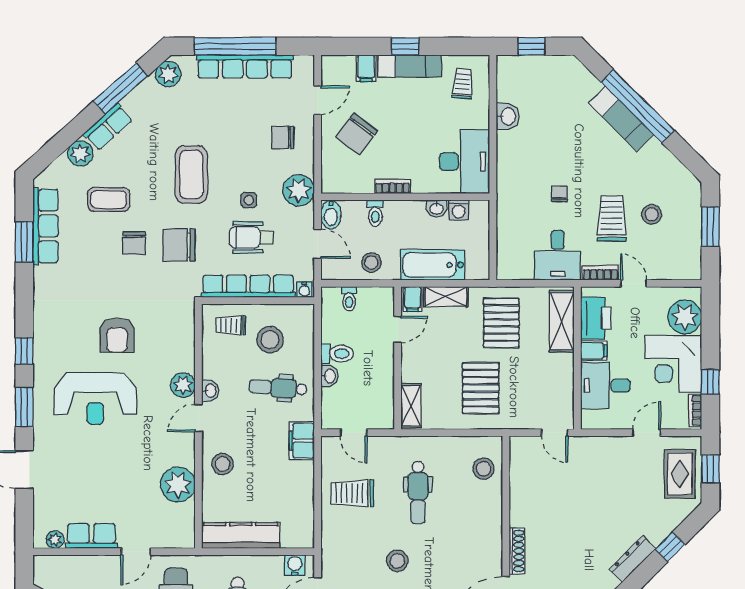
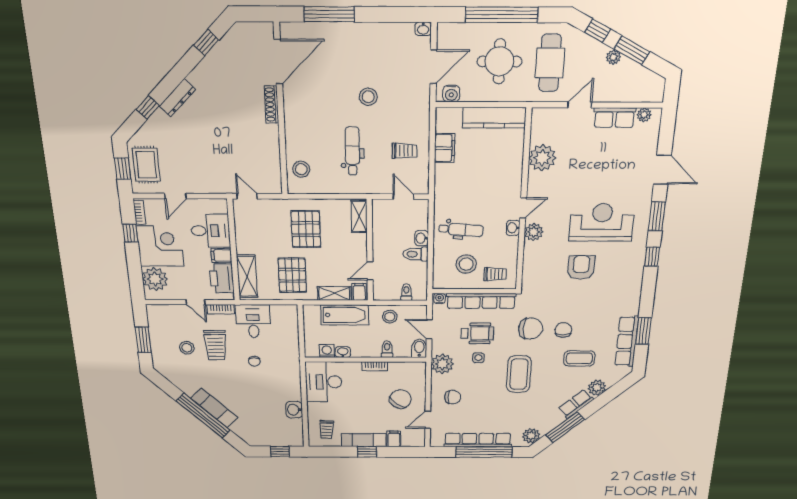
filing cabinet: (302, 441) -> (445, 148), moved
stool: (223, 464) -> (506, 173), removed
trolley: (352, 493) -> (404, 151), width x0.73, depth x0.72

